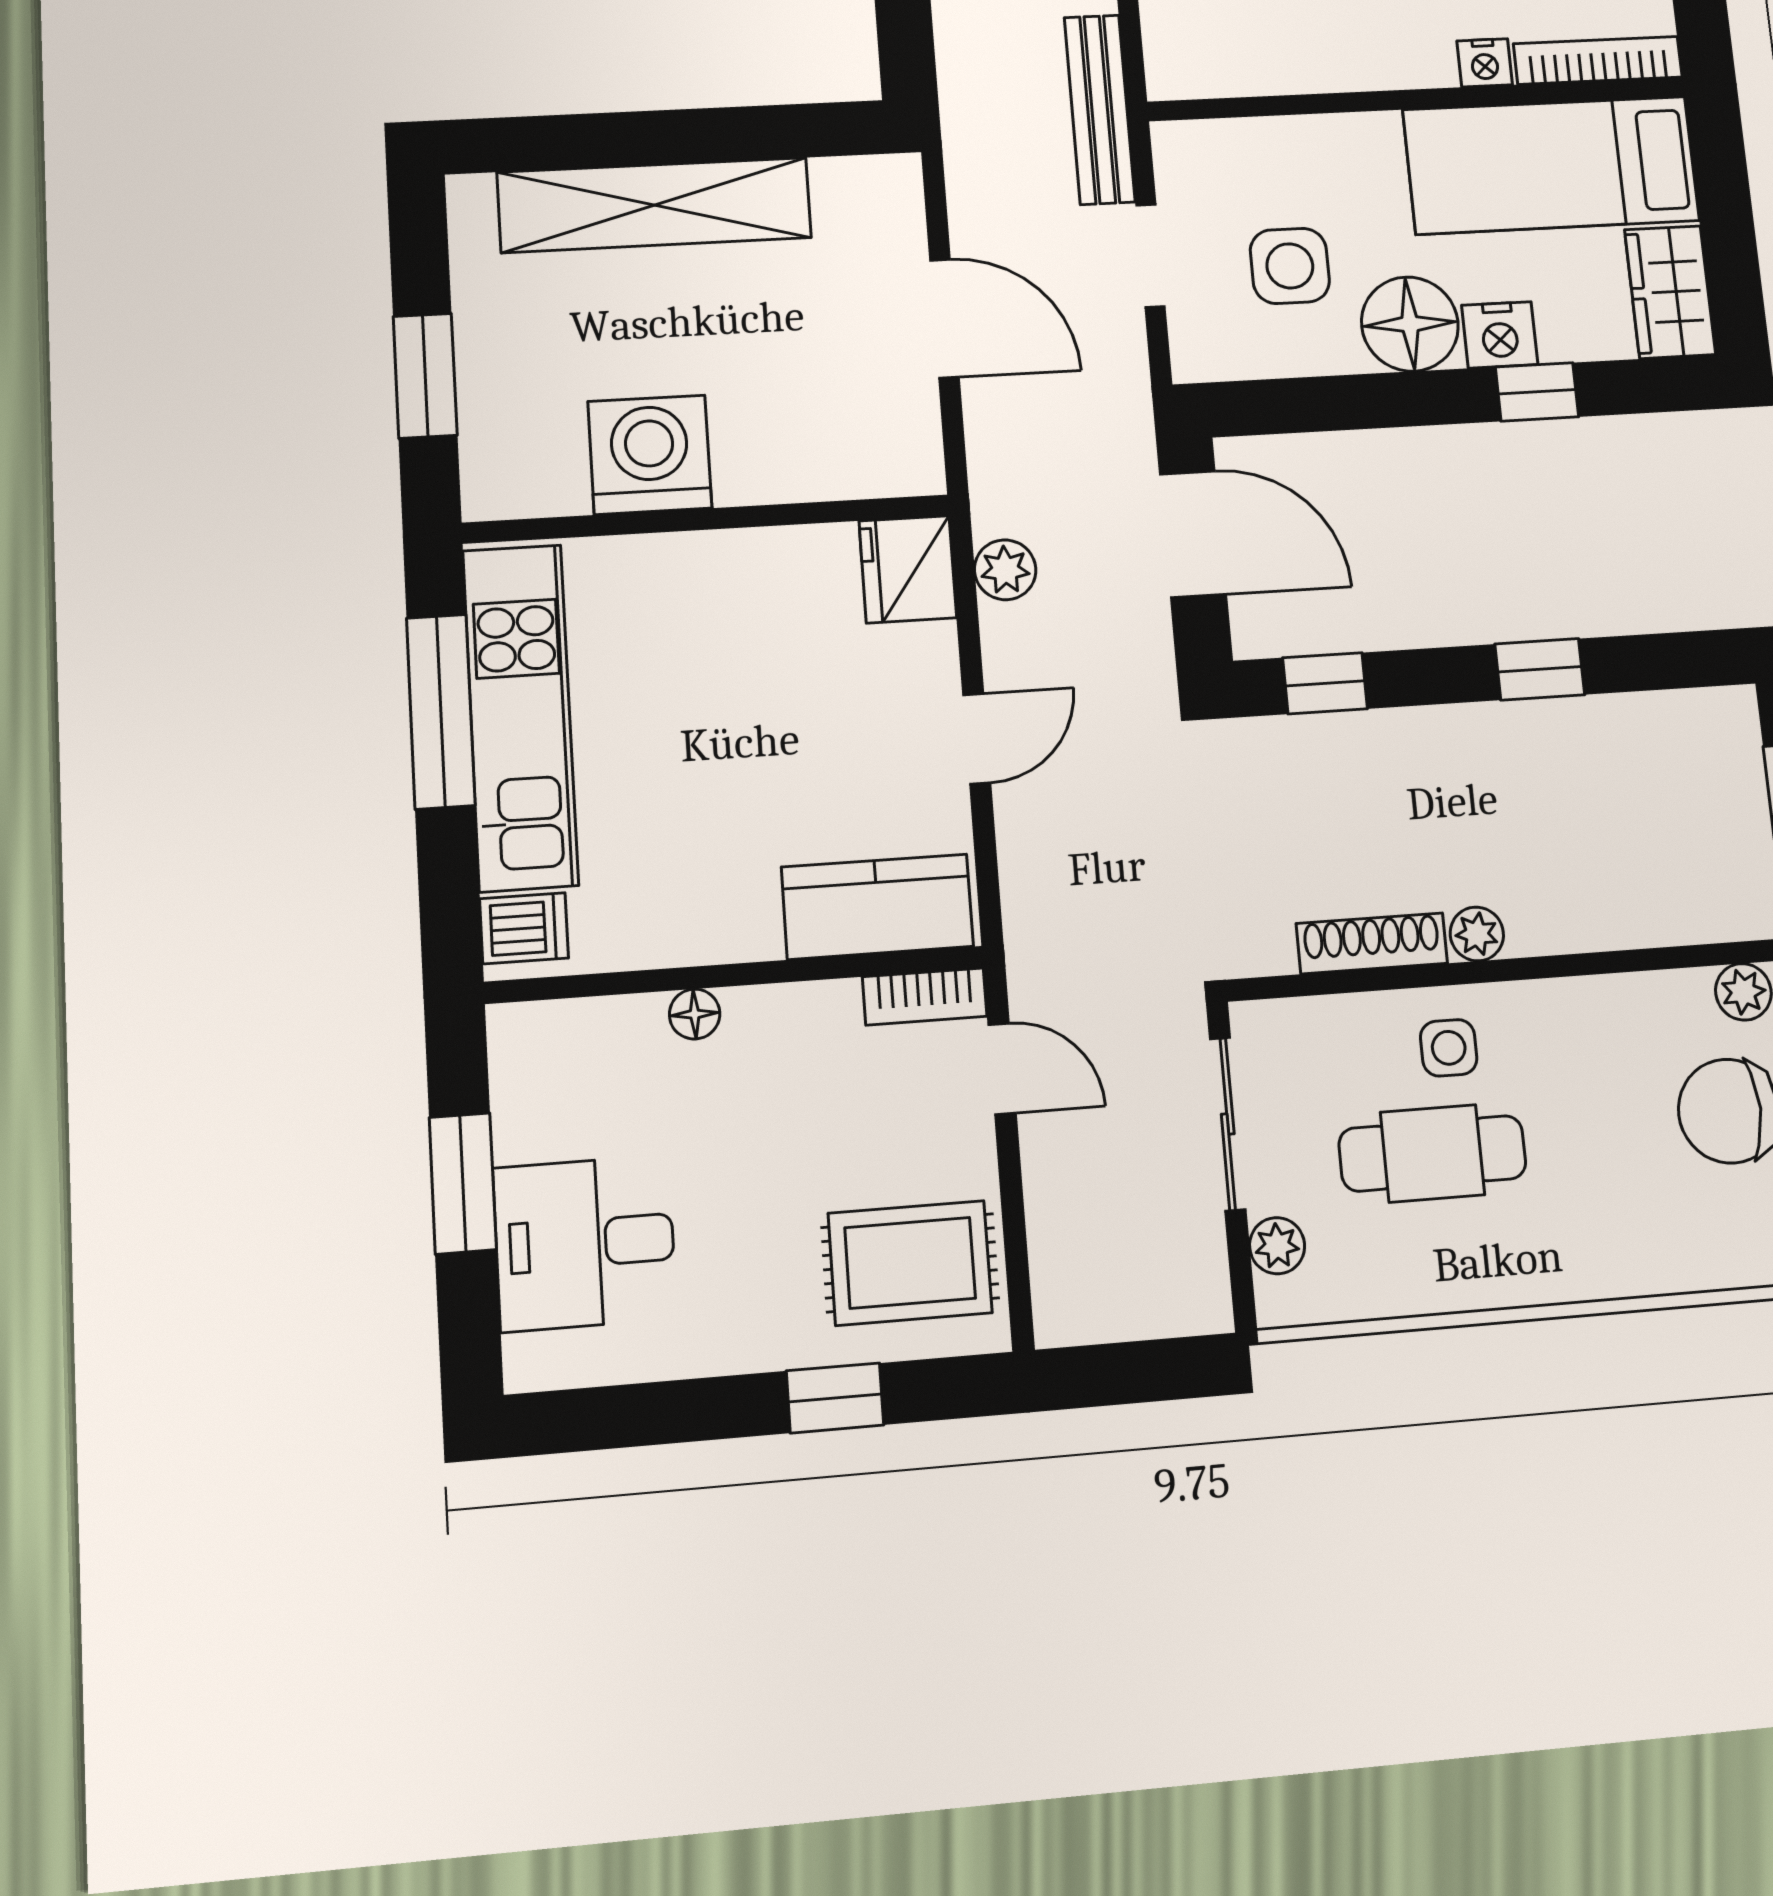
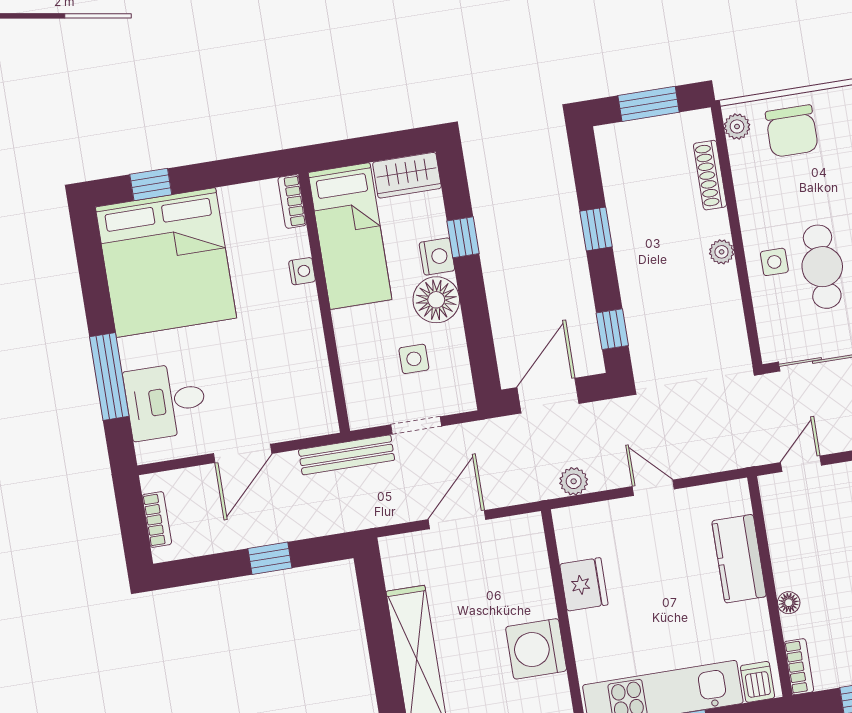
bookcase: (1598, 60) -> (292, 201), width x0.64
side table: (1290, 266) -> (414, 359), width x0.73, depth x0.73
fridge: (908, 569) -> (584, 584), moved, turned -90
kitchen counter: (877, 907) -> (739, 559), moved
shoe rack: (1372, 943) -> (710, 175), moved
bookcase: (925, 997) -> (799, 667), moved

